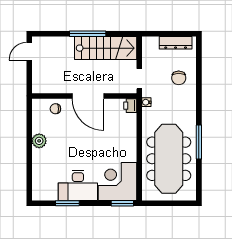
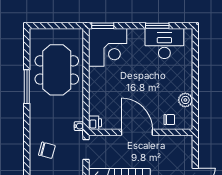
chair: (179, 78) -> (47, 150), turned 105
plant: (39, 141) -> (185, 100), moved
meeting table: (169, 159) -> (57, 70), width x0.73
desk: (78, 185) -> (164, 44), moved

